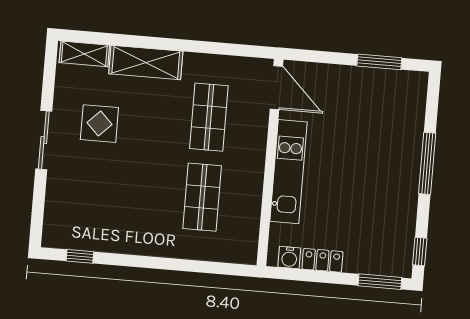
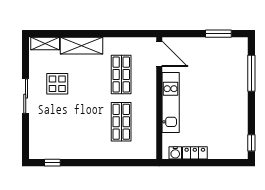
window: (427, 163) -> (251, 73), moved
window: (380, 282) -> (230, 163), removed

